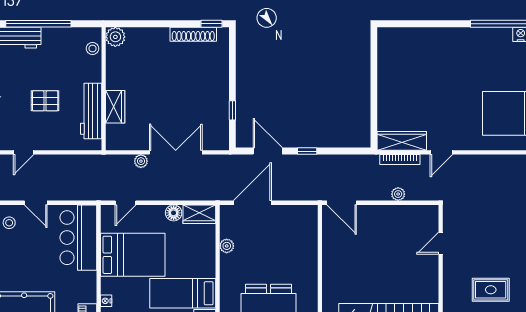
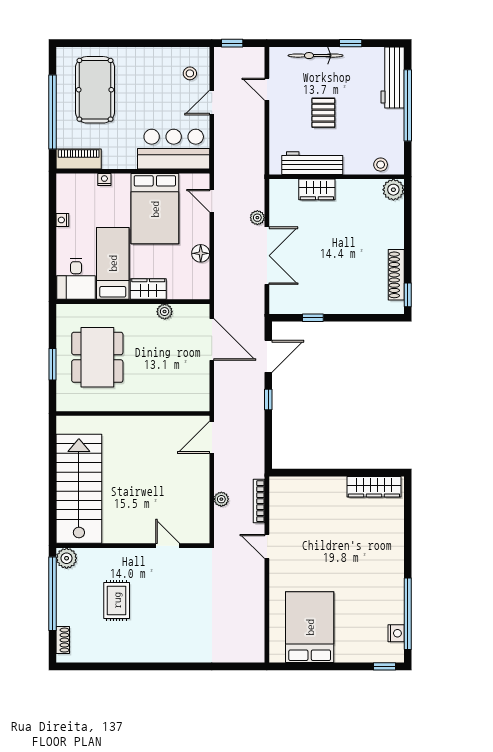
wardrobe: (402, 141) -> (374, 487), moved, turned 90
wardrobe: (199, 214) -> (148, 289), moved, turned 90

